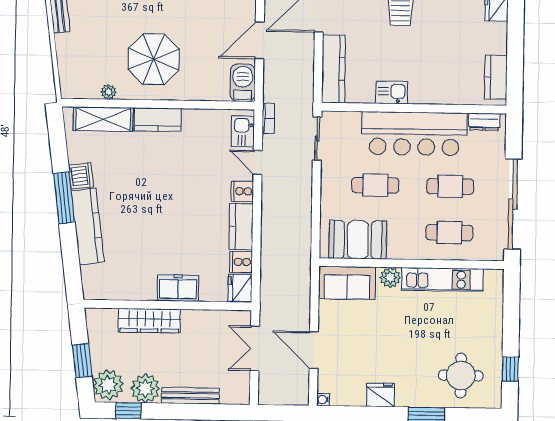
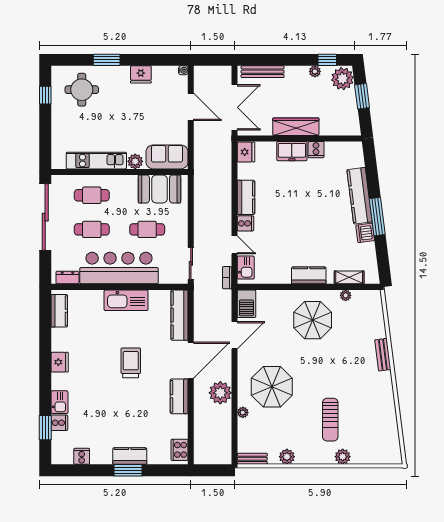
kitchen sink: (392, 92) -> (126, 300), width x1.88, depth x1.24
shelving: (103, 119) -> (349, 277), width x0.67, depth x0.75
cooker: (241, 262) -> (316, 150), moved, turned 90
wardrobe: (149, 321) -> (296, 127), moved
double door: (255, 348) -> (234, 107), width x1.37
plant: (145, 388) -> (315, 71), width x0.53, depth x0.53
bench: (190, 396) -> (263, 72), moved

